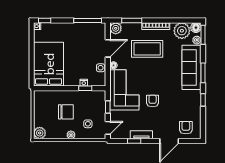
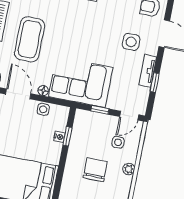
armchair: (153, 101) -> (104, 46), removed
side table: (159, 119) -> (131, 42), added
door: (108, 128) -> (129, 116), swing flipped

